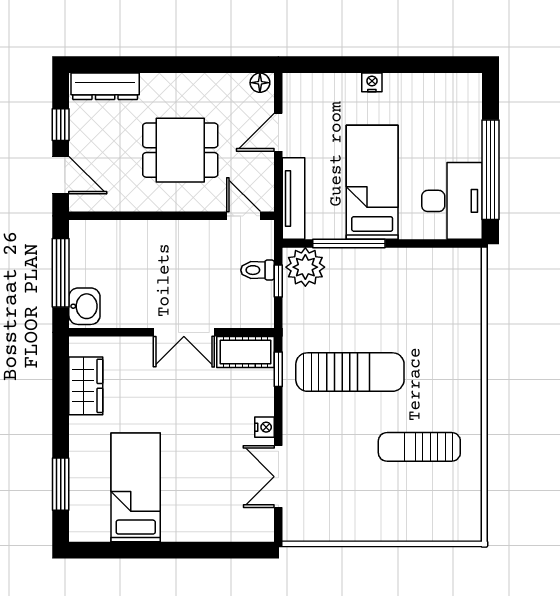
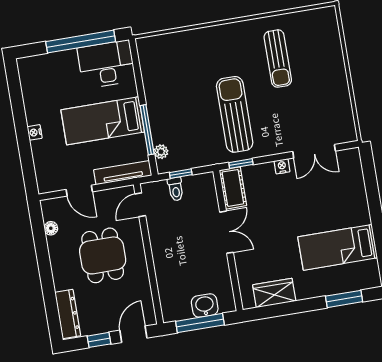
floor lamp: (260, 83) -> (51, 228), moved
plant: (305, 267) -> (161, 152), width x0.53, depth x0.53
washbasin: (84, 306) -> (205, 306), moved

